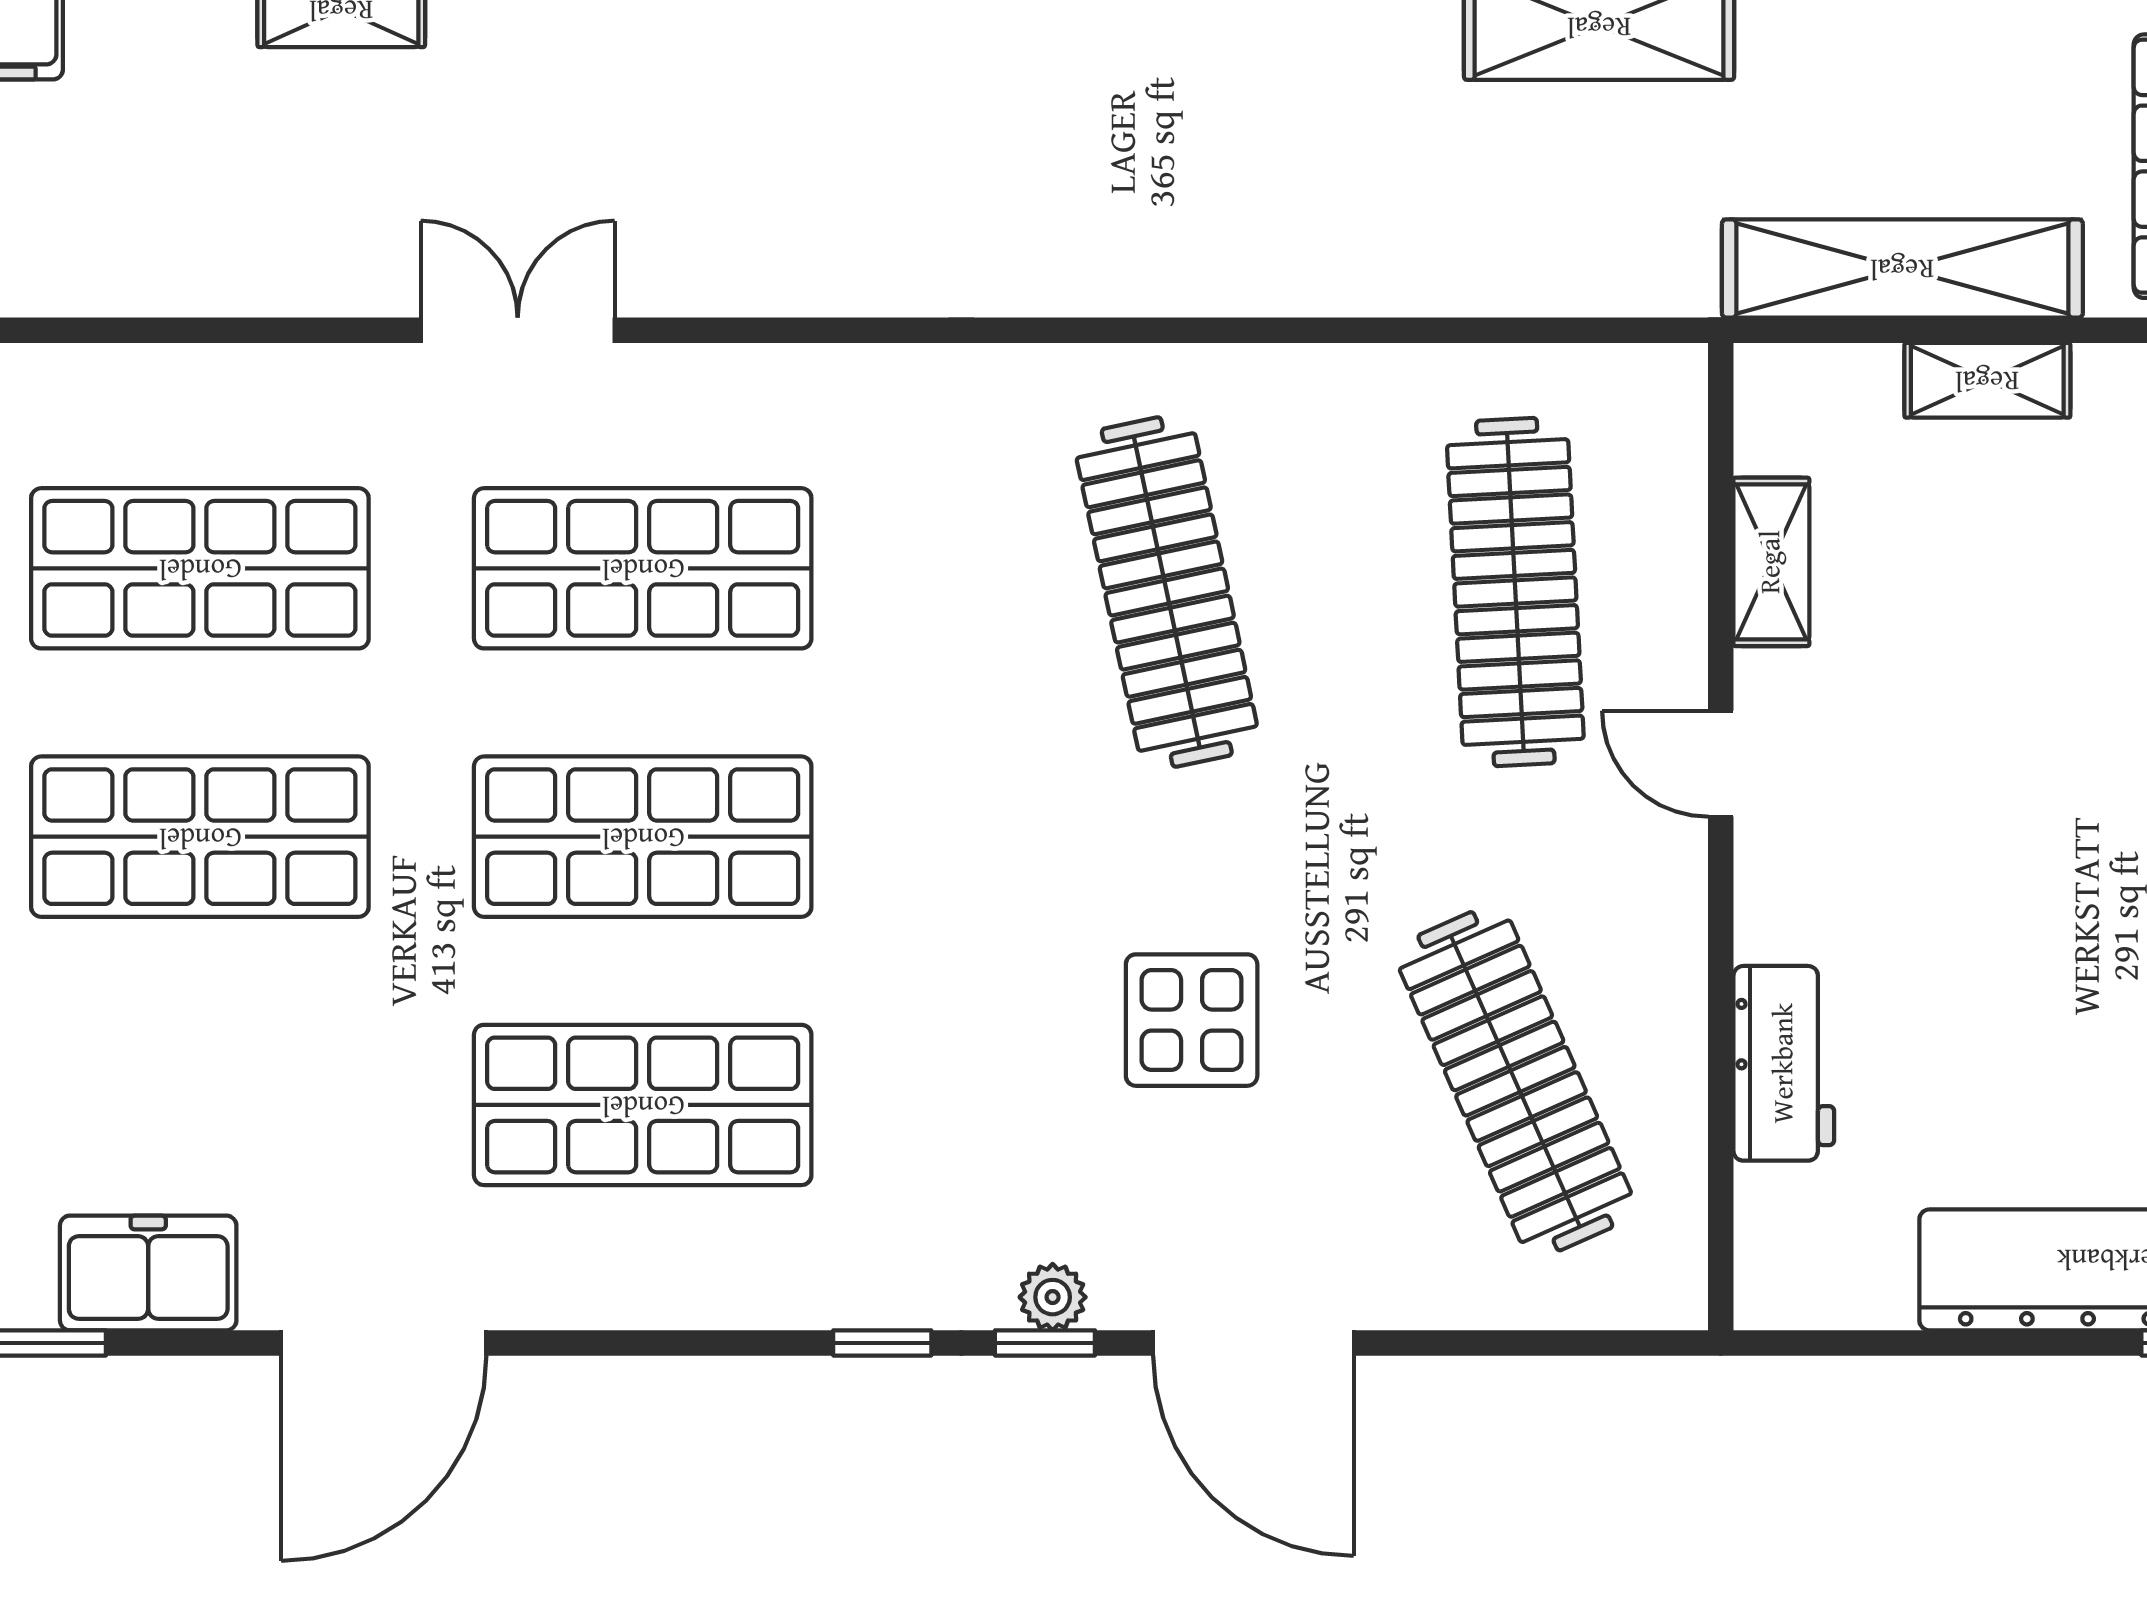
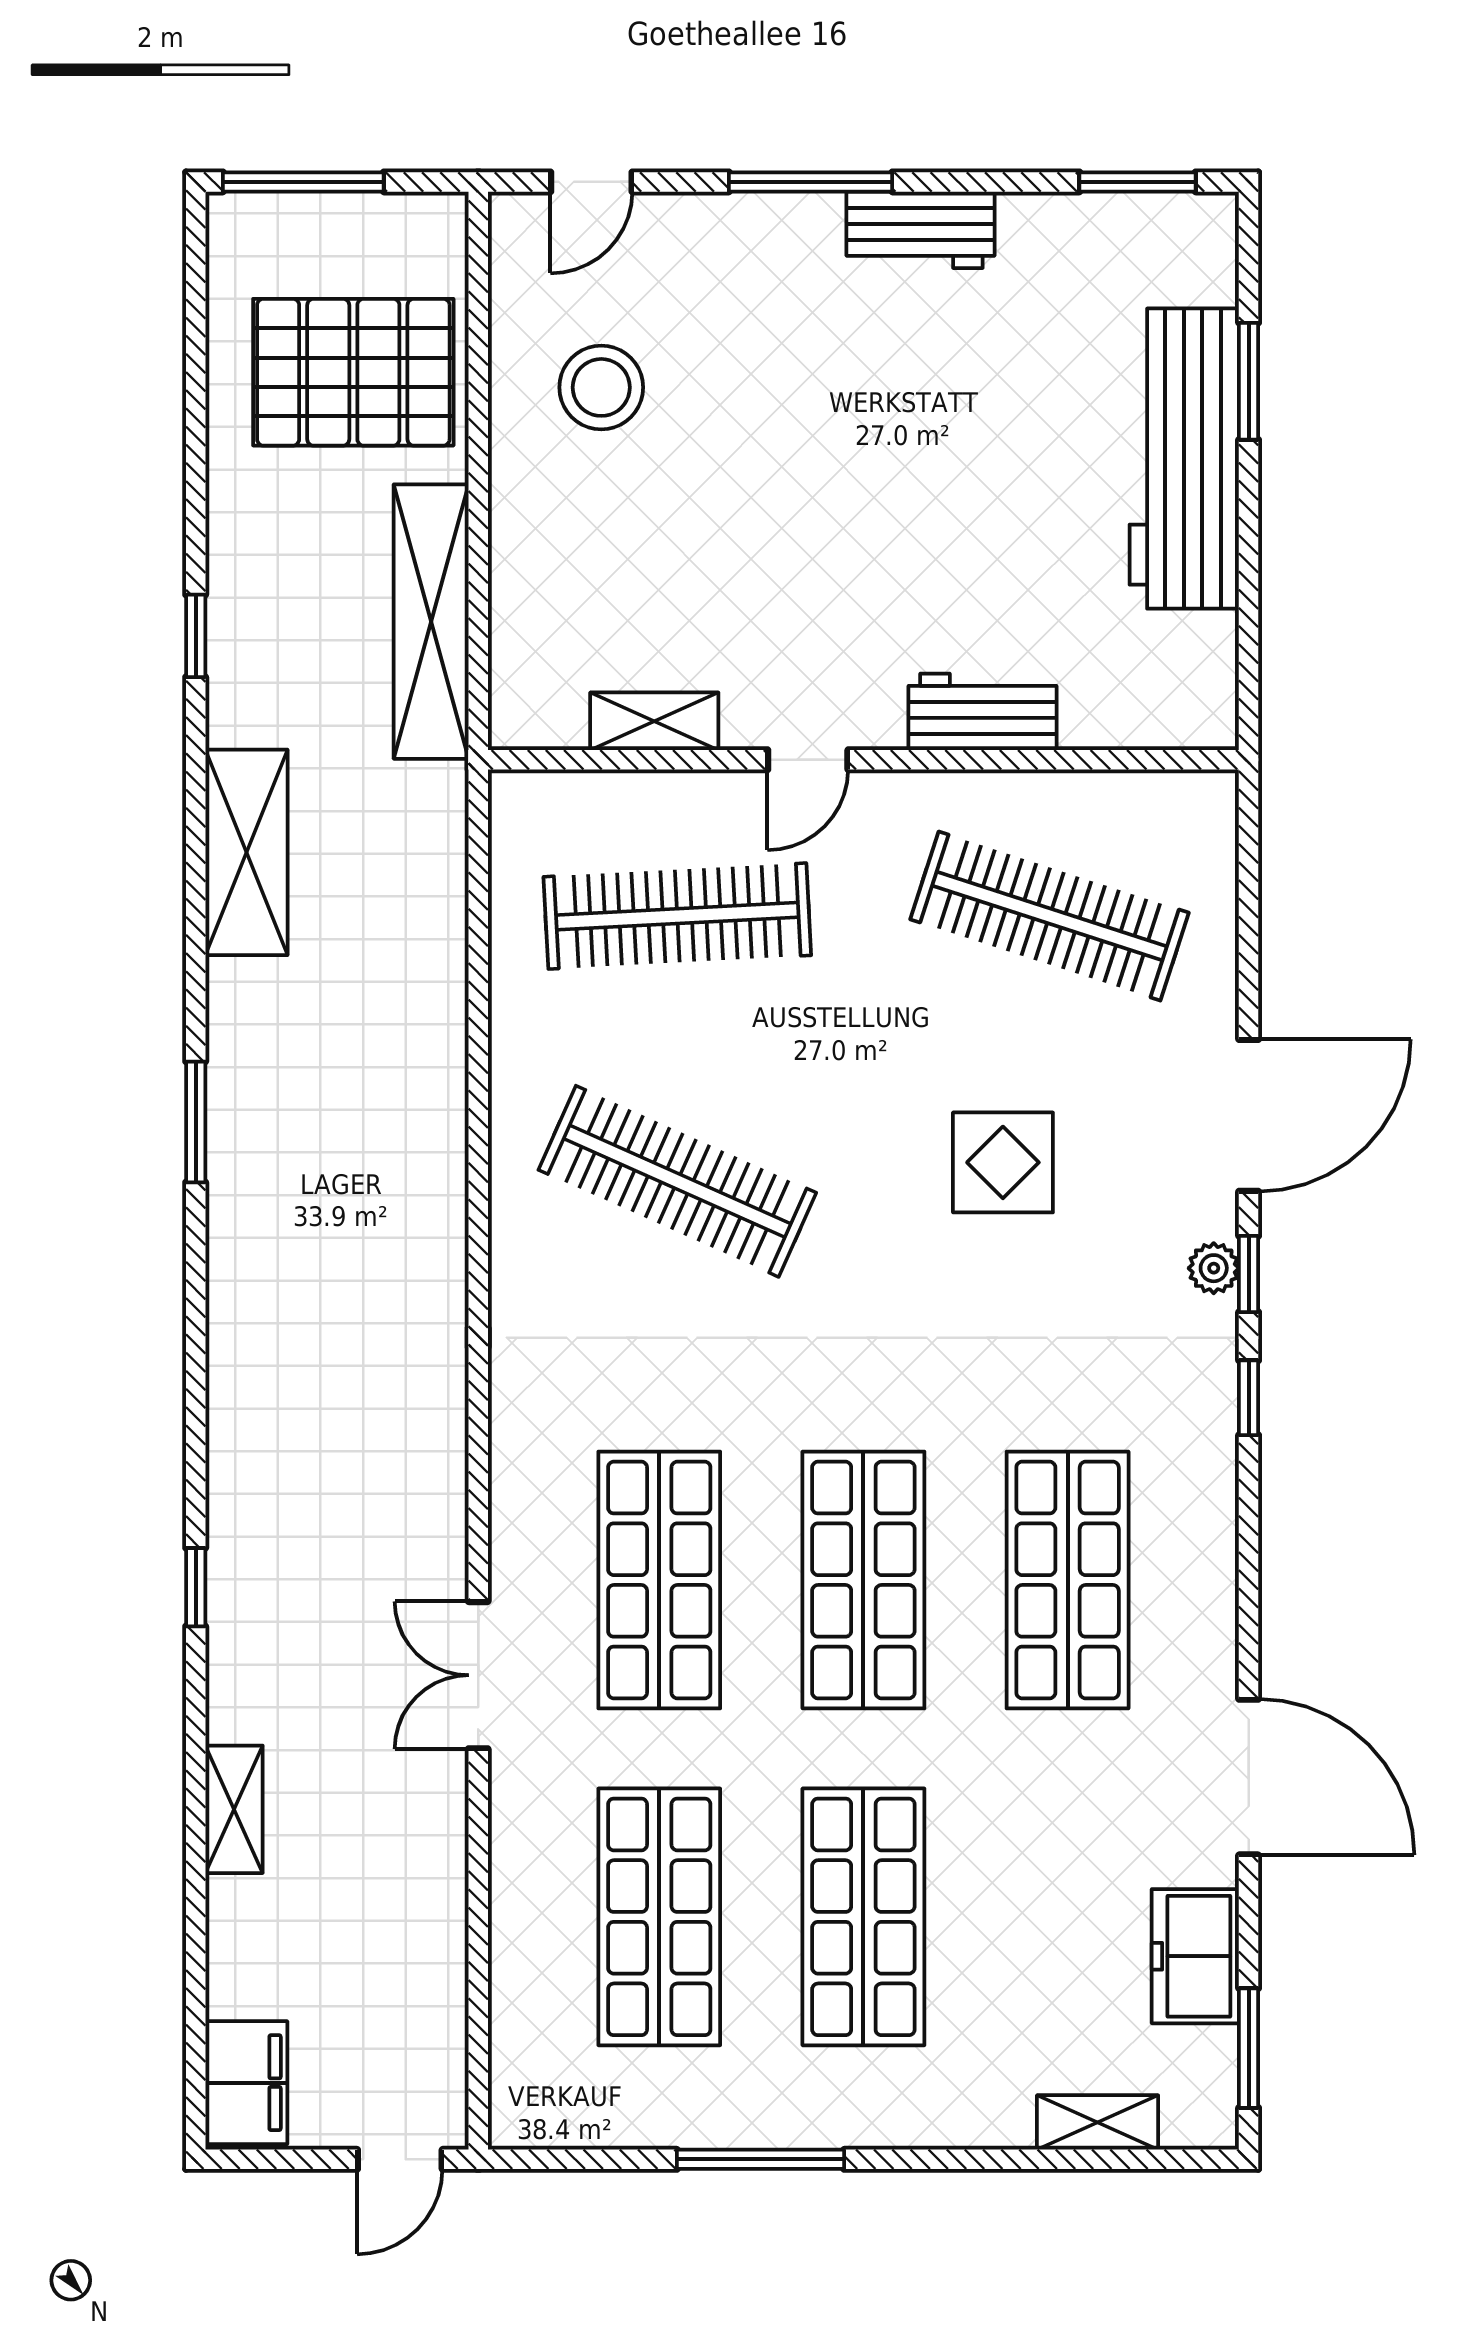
shelving: (1987, 380) -> (516, 557), removed
clothes rail: (1167, 592) -> (677, 1181), turned 36
workbench: (1784, 1063) -> (982, 712), moved
clothes rail: (1515, 1081) -> (1050, 916), turned 42

